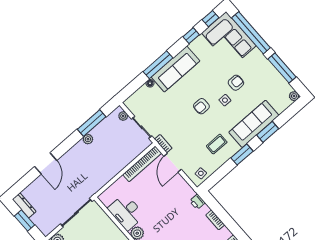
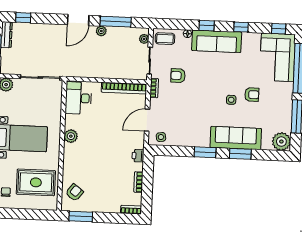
window: (191, 36) -> (241, 27), moved
window: (158, 65) -> (207, 26), width x0.46
plant: (294, 96) -> (281, 142), width x1.88, depth x1.88
armchair: (201, 106) -> (178, 76), moved
coffee table: (217, 144) -> (165, 39), moved
door: (46, 163) -> (78, 20), moved
door: (173, 163) -> (147, 120), moved
window: (24, 182) -> (23, 18), added
desk: (126, 212) -> (78, 98), moved

